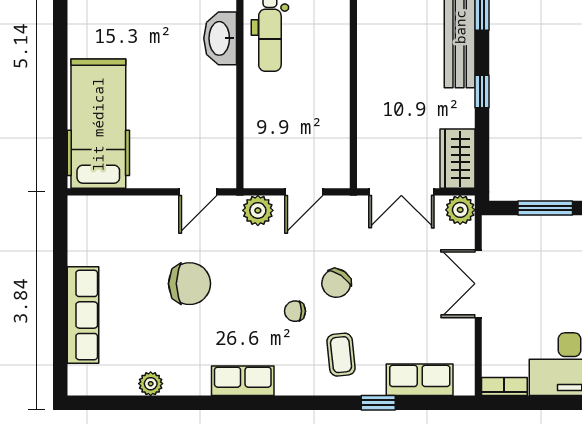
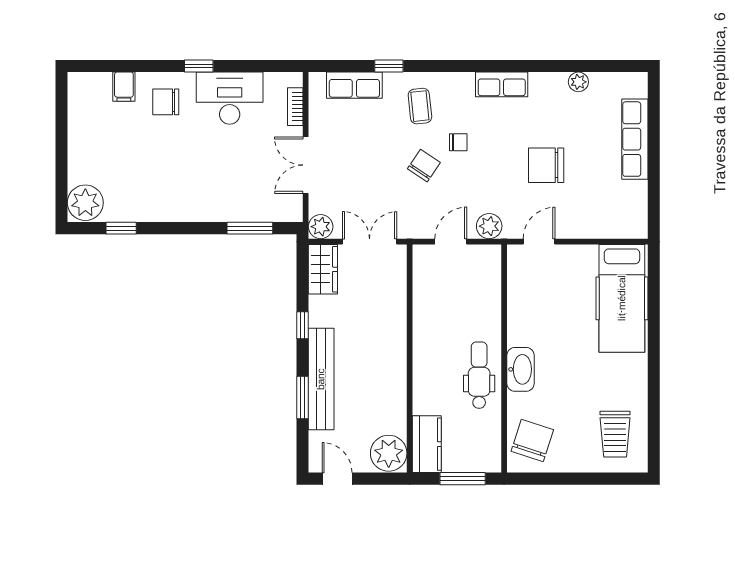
double door: (478, 284) -> (306, 165), swing flipped
bookcase: (504, 387) -> (295, 107), moved, turned 90

